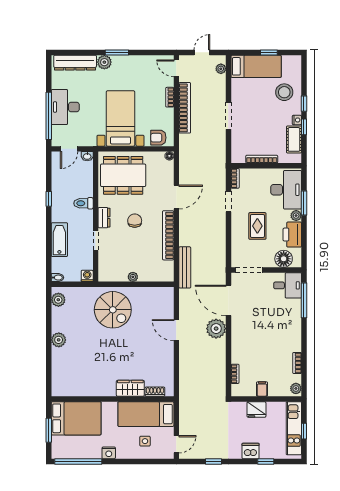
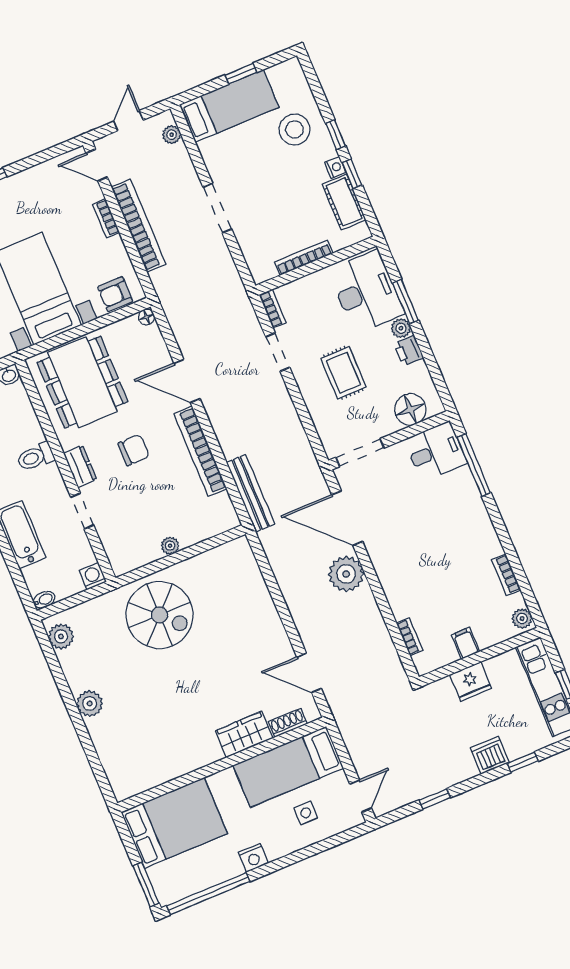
dining table: (123, 175) -> (82, 382), turned 90
door: (176, 197) -> (187, 381), swing flipped
chair: (135, 221) -> (134, 450), turned 90
printer: (292, 235) -> (409, 351), width x0.53, depth x0.68
door: (176, 330) -> (309, 673), moved
window: (49, 430) -> (146, 884), moved

